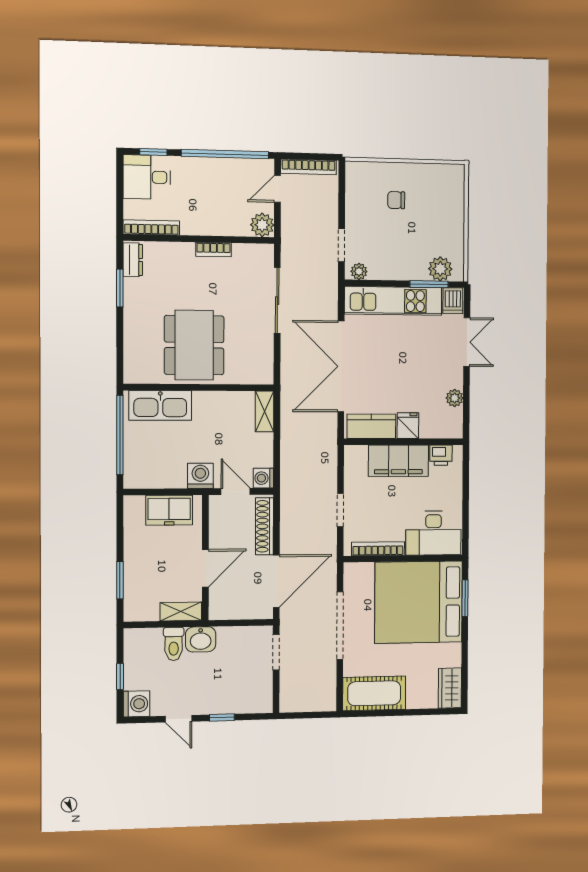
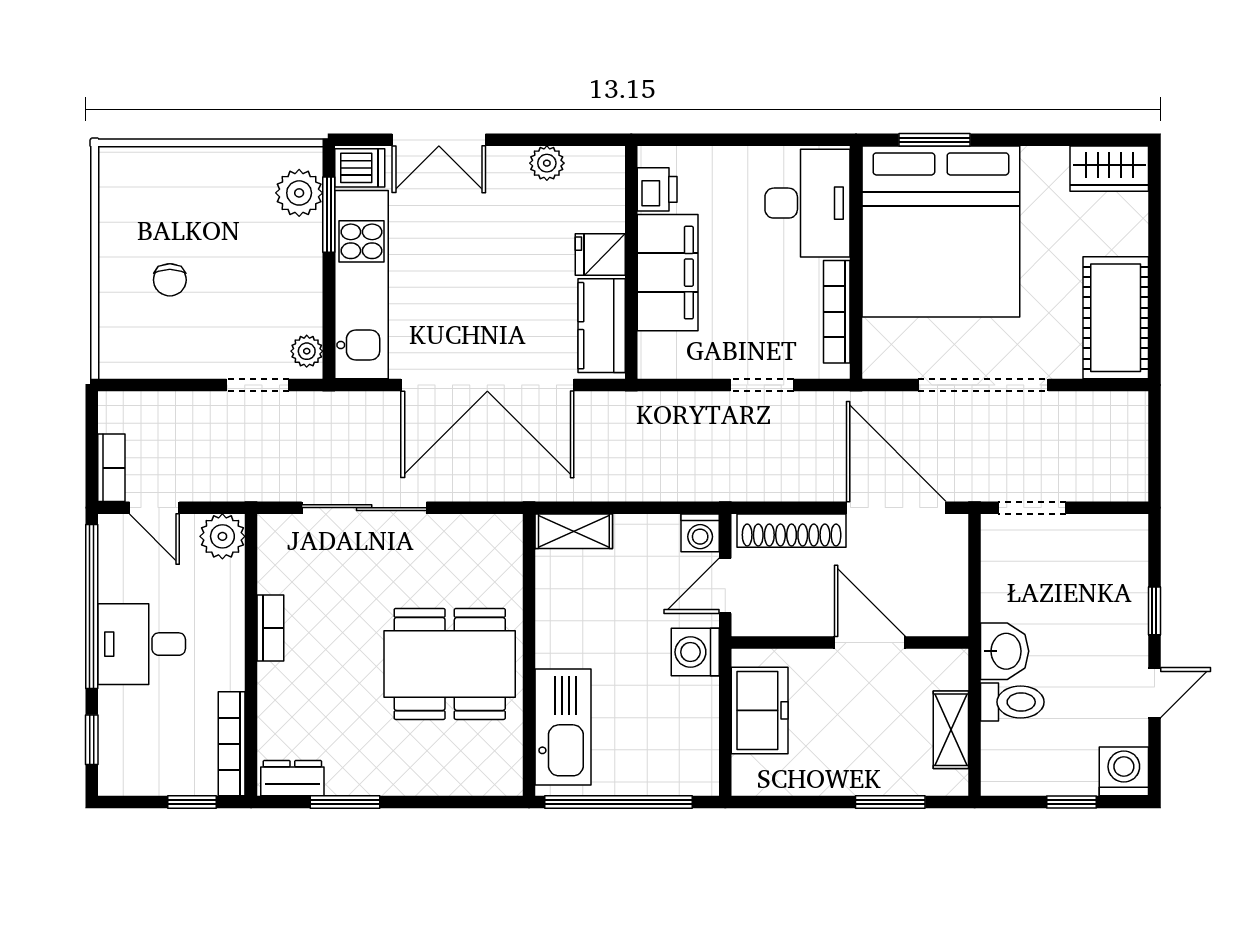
bookcase: (309, 167) -> (111, 468), width x0.64
desk: (147, 177) -> (142, 644), moved, turned 90
window: (120, 205) -> (192, 802), added
double door: (467, 342) -> (439, 140), swing flipped
shelving: (181, 611) -> (951, 730), moved

